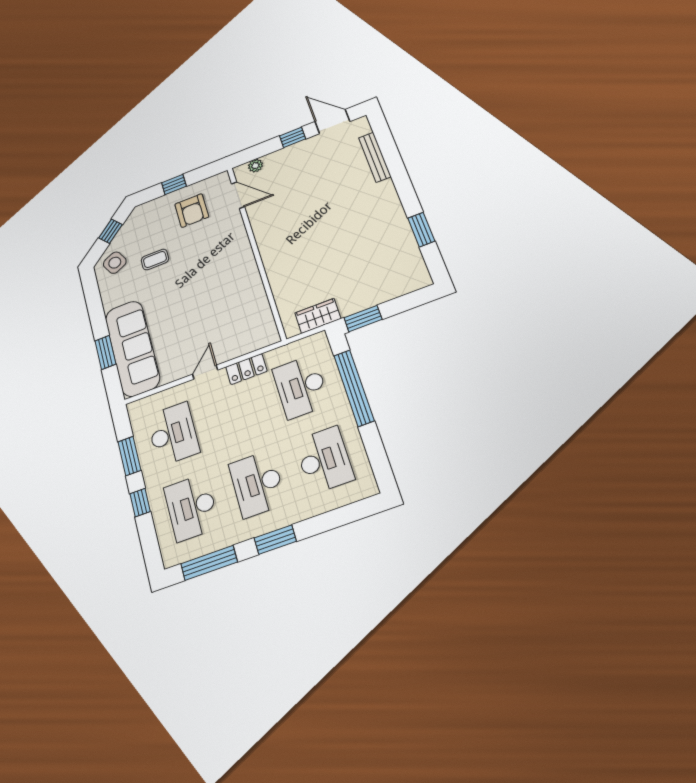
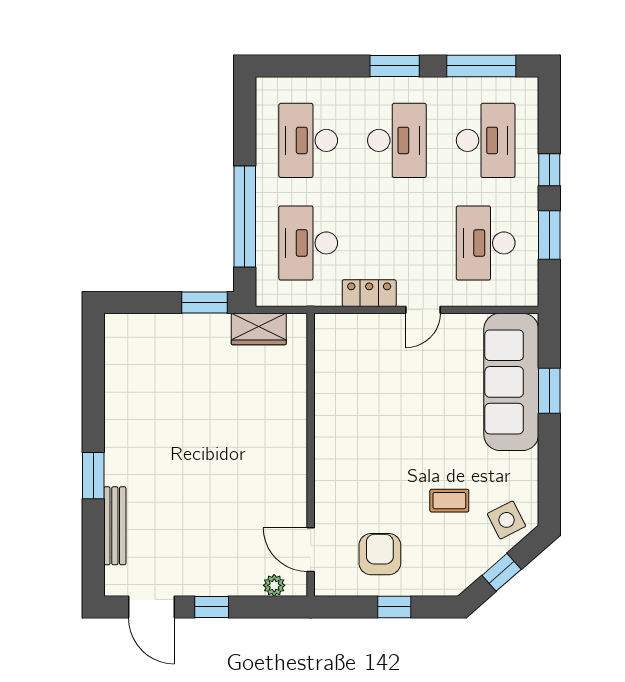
window: (421, 230) -> (93, 476), moved
desk: (301, 387) -> (308, 243), turned 180

